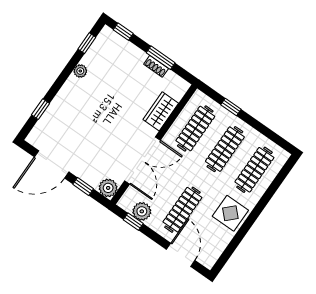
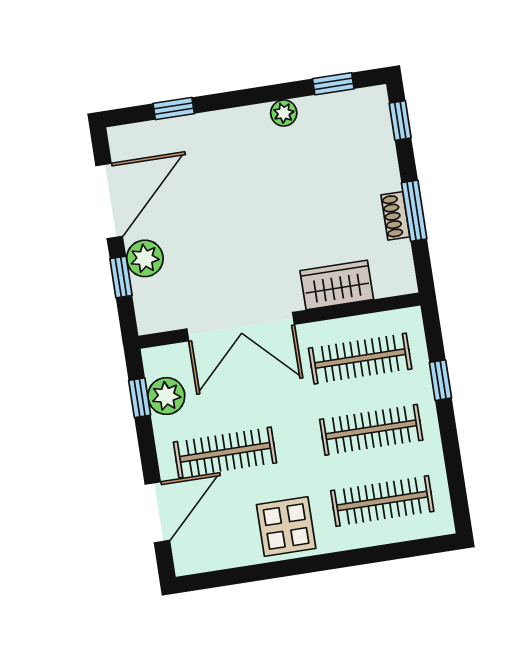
door: (52, 164) -> (109, 201), swing flipped
plant: (108, 188) -> (145, 258), moved

